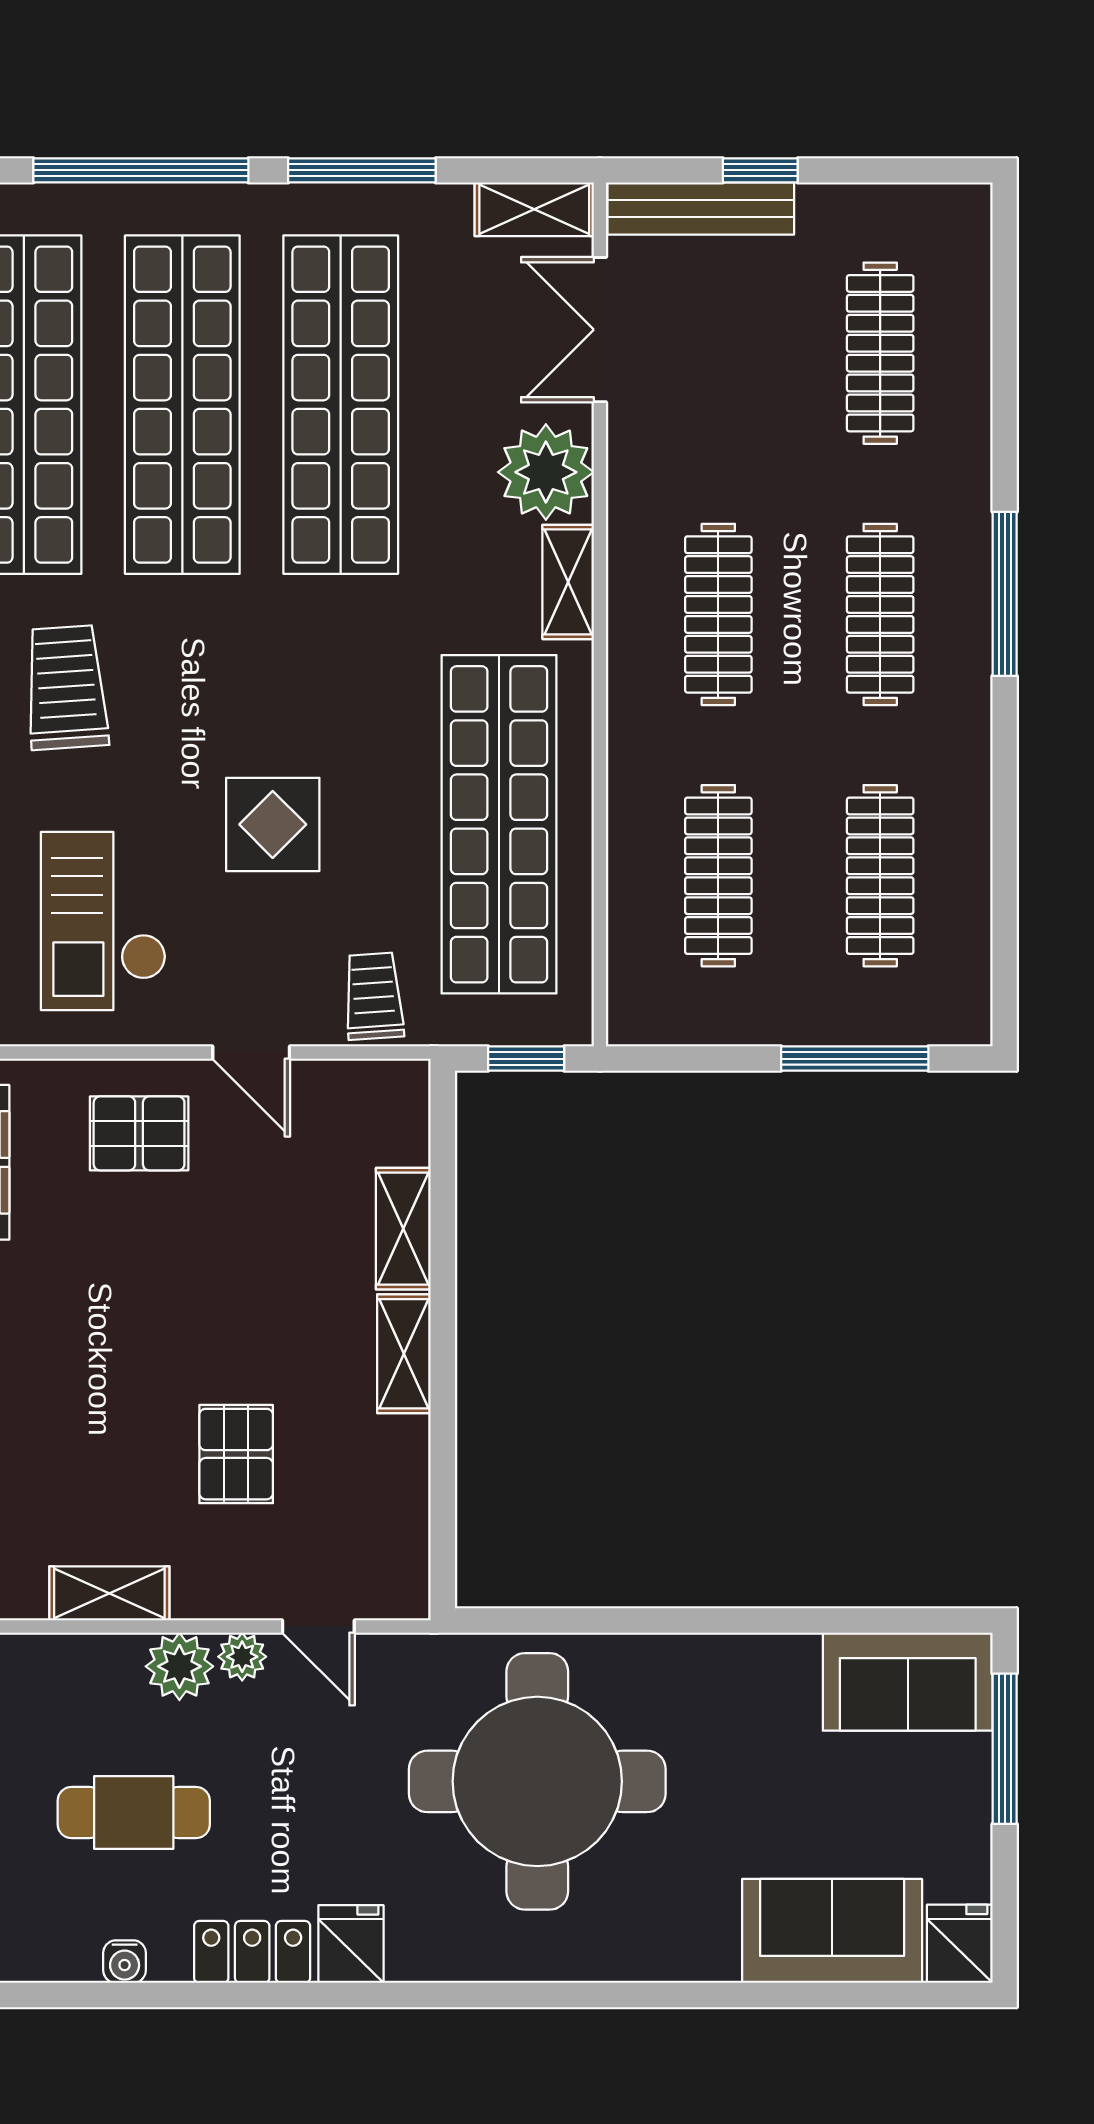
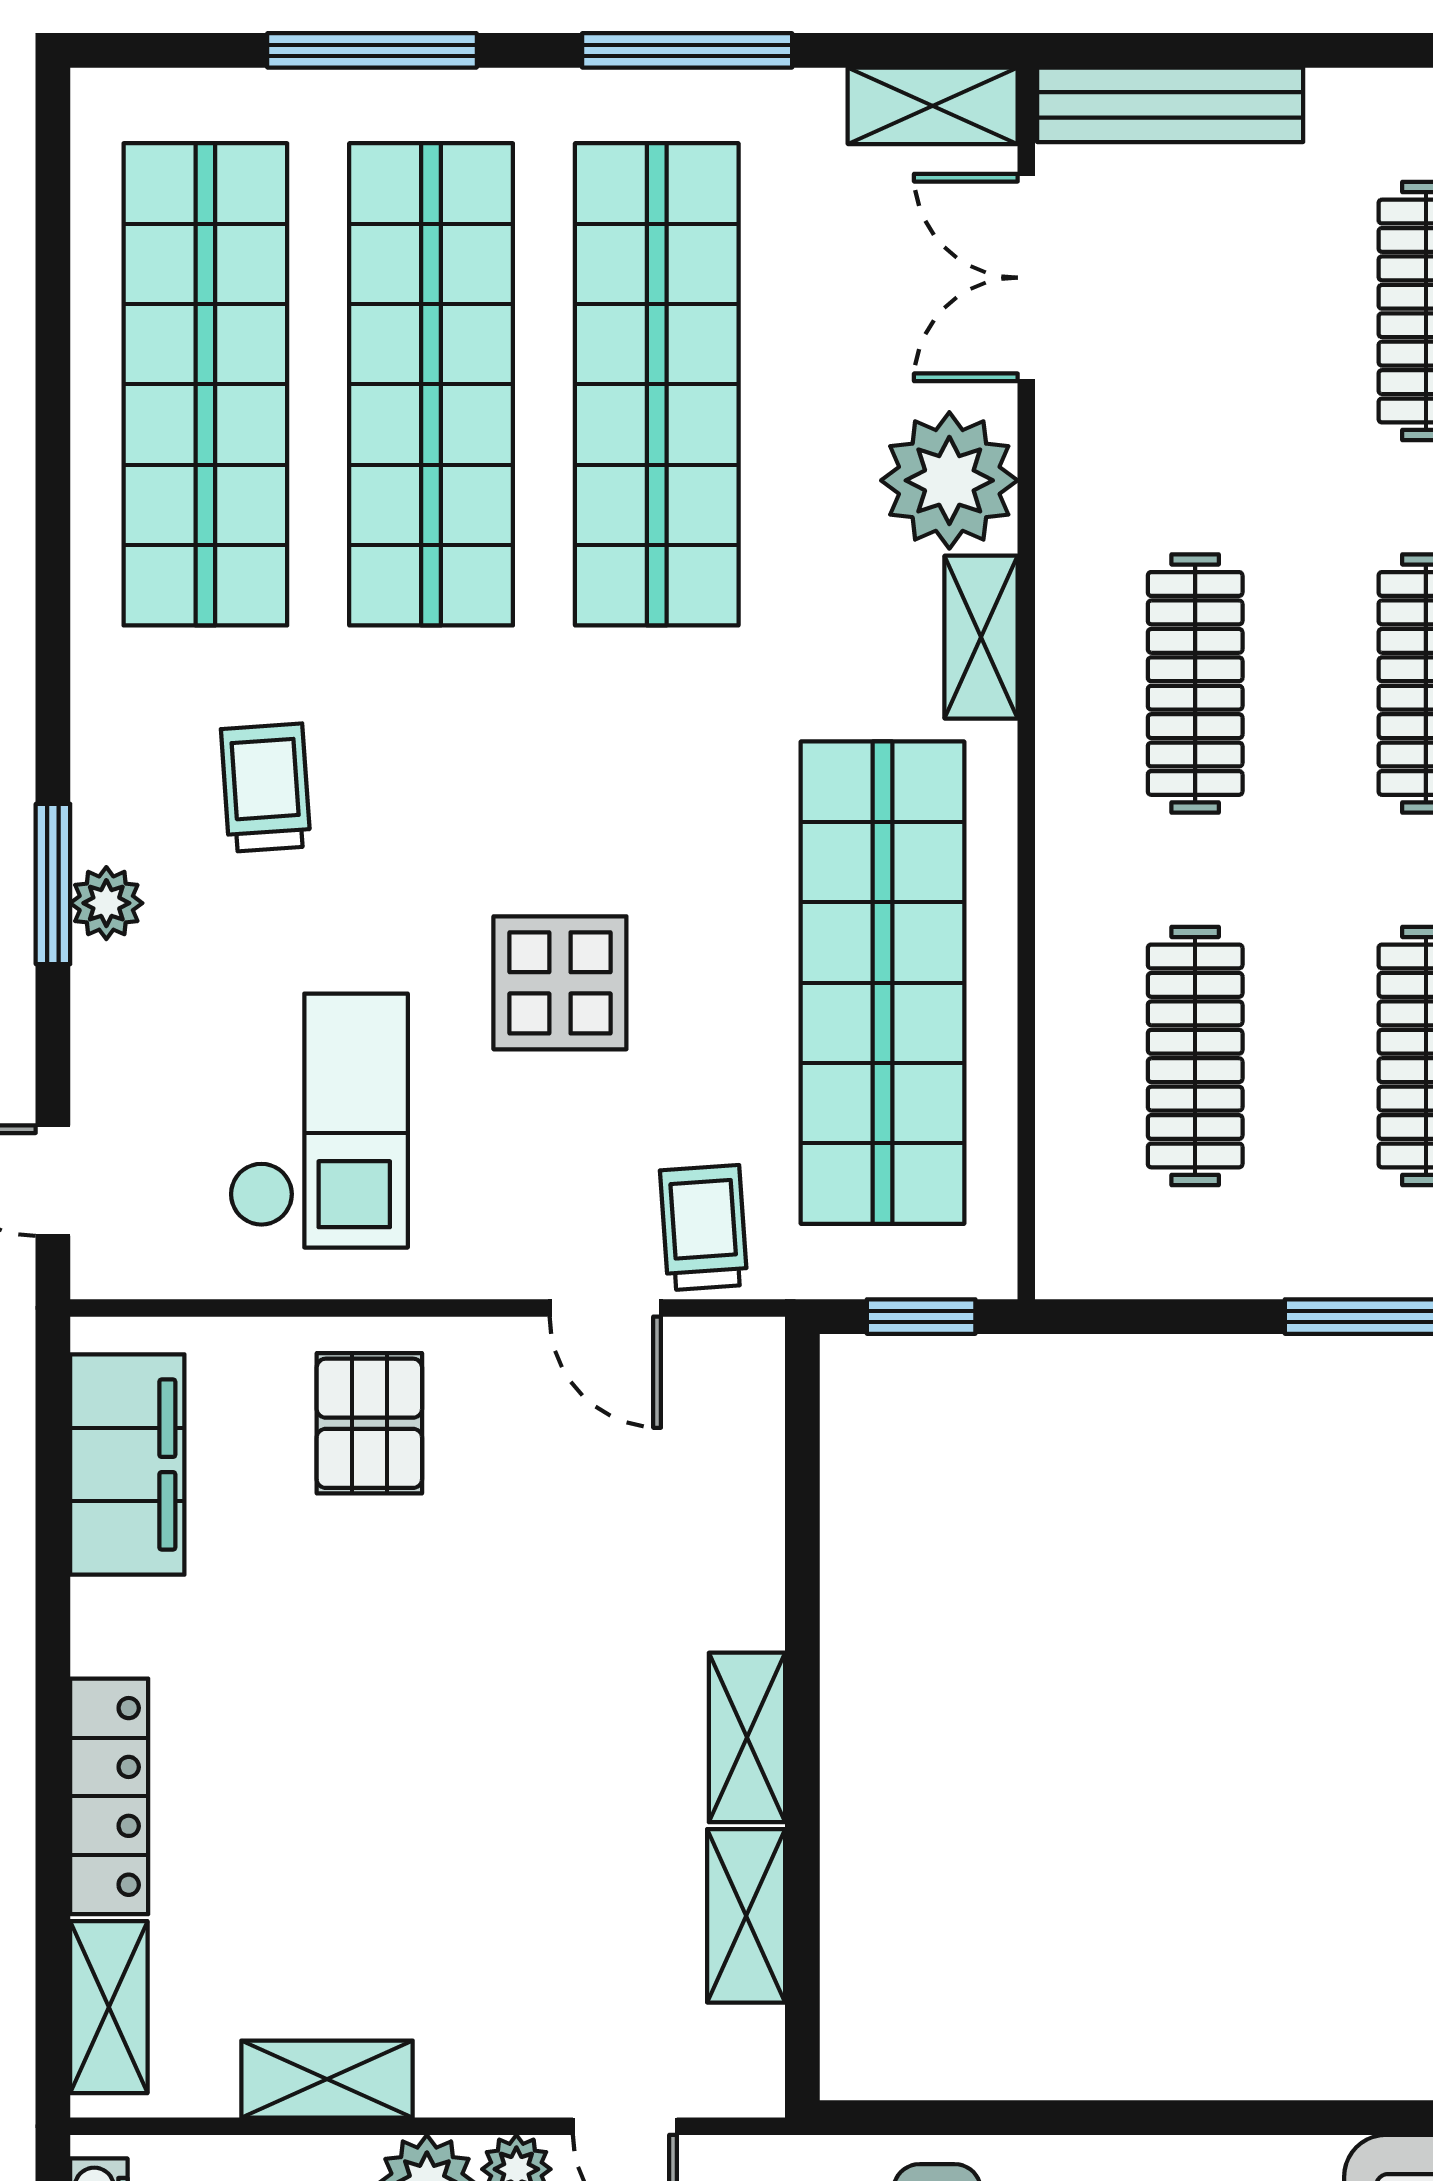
window: (141, 170) -> (372, 50), width x0.68
window: (760, 170) -> (1255, 50), removed
trolley: (66, 688) -> (266, 788), width x0.73, depth x0.72
checkout: (103, 921) -> (319, 1121), turned 180
door: (251, 1052) -> (605, 1308), moved
pallet: (139, 1133) -> (369, 1423), turned 90
shelving: (403, 1229) -> (746, 1916), moved
pallet: (236, 1454) -> (508, 1880), removed

